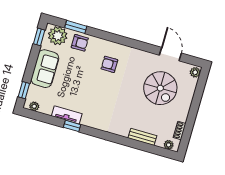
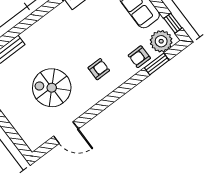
plant: (195, 72) -> (32, 143), removed
spiral stairs: (160, 88) -> (52, 88), moved

